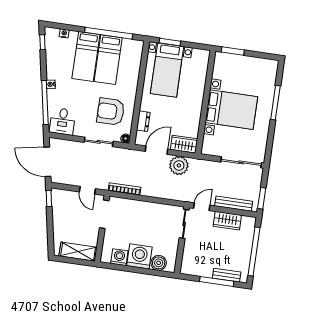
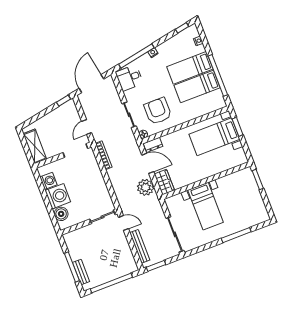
bed with nightstands: (231, 110) -> (206, 206), width x0.73
dresser: (143, 121) -> (153, 145), moved
wardrobe: (227, 221) -> (124, 249), removed

